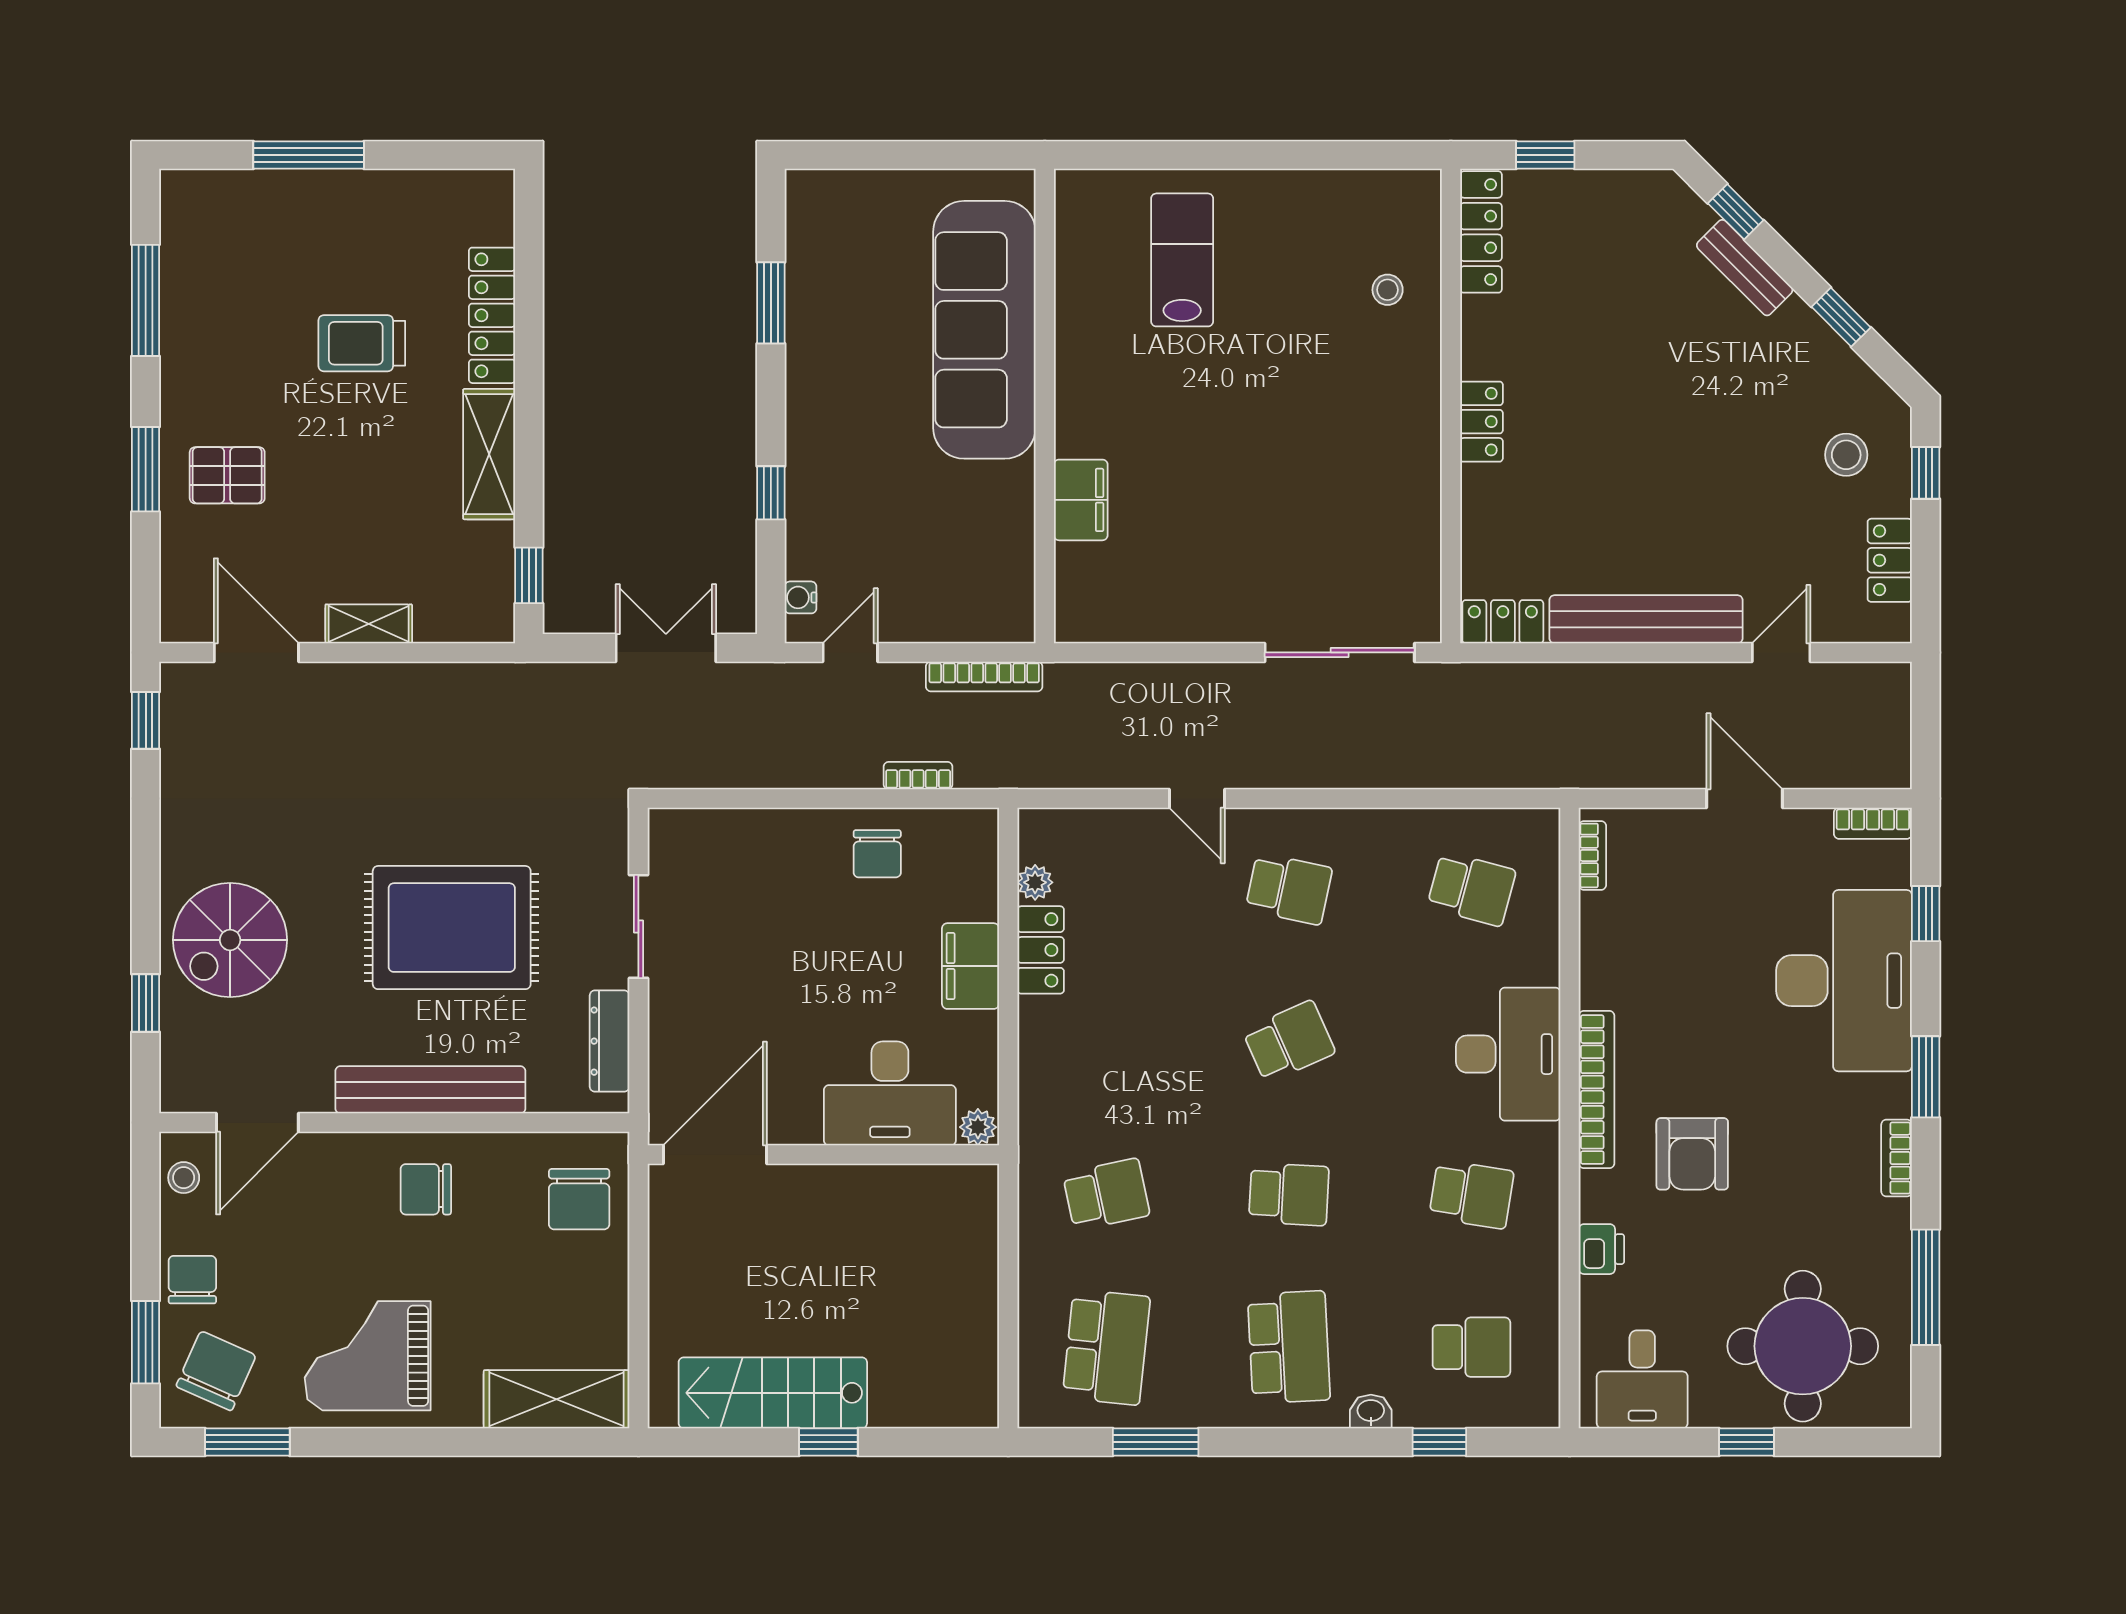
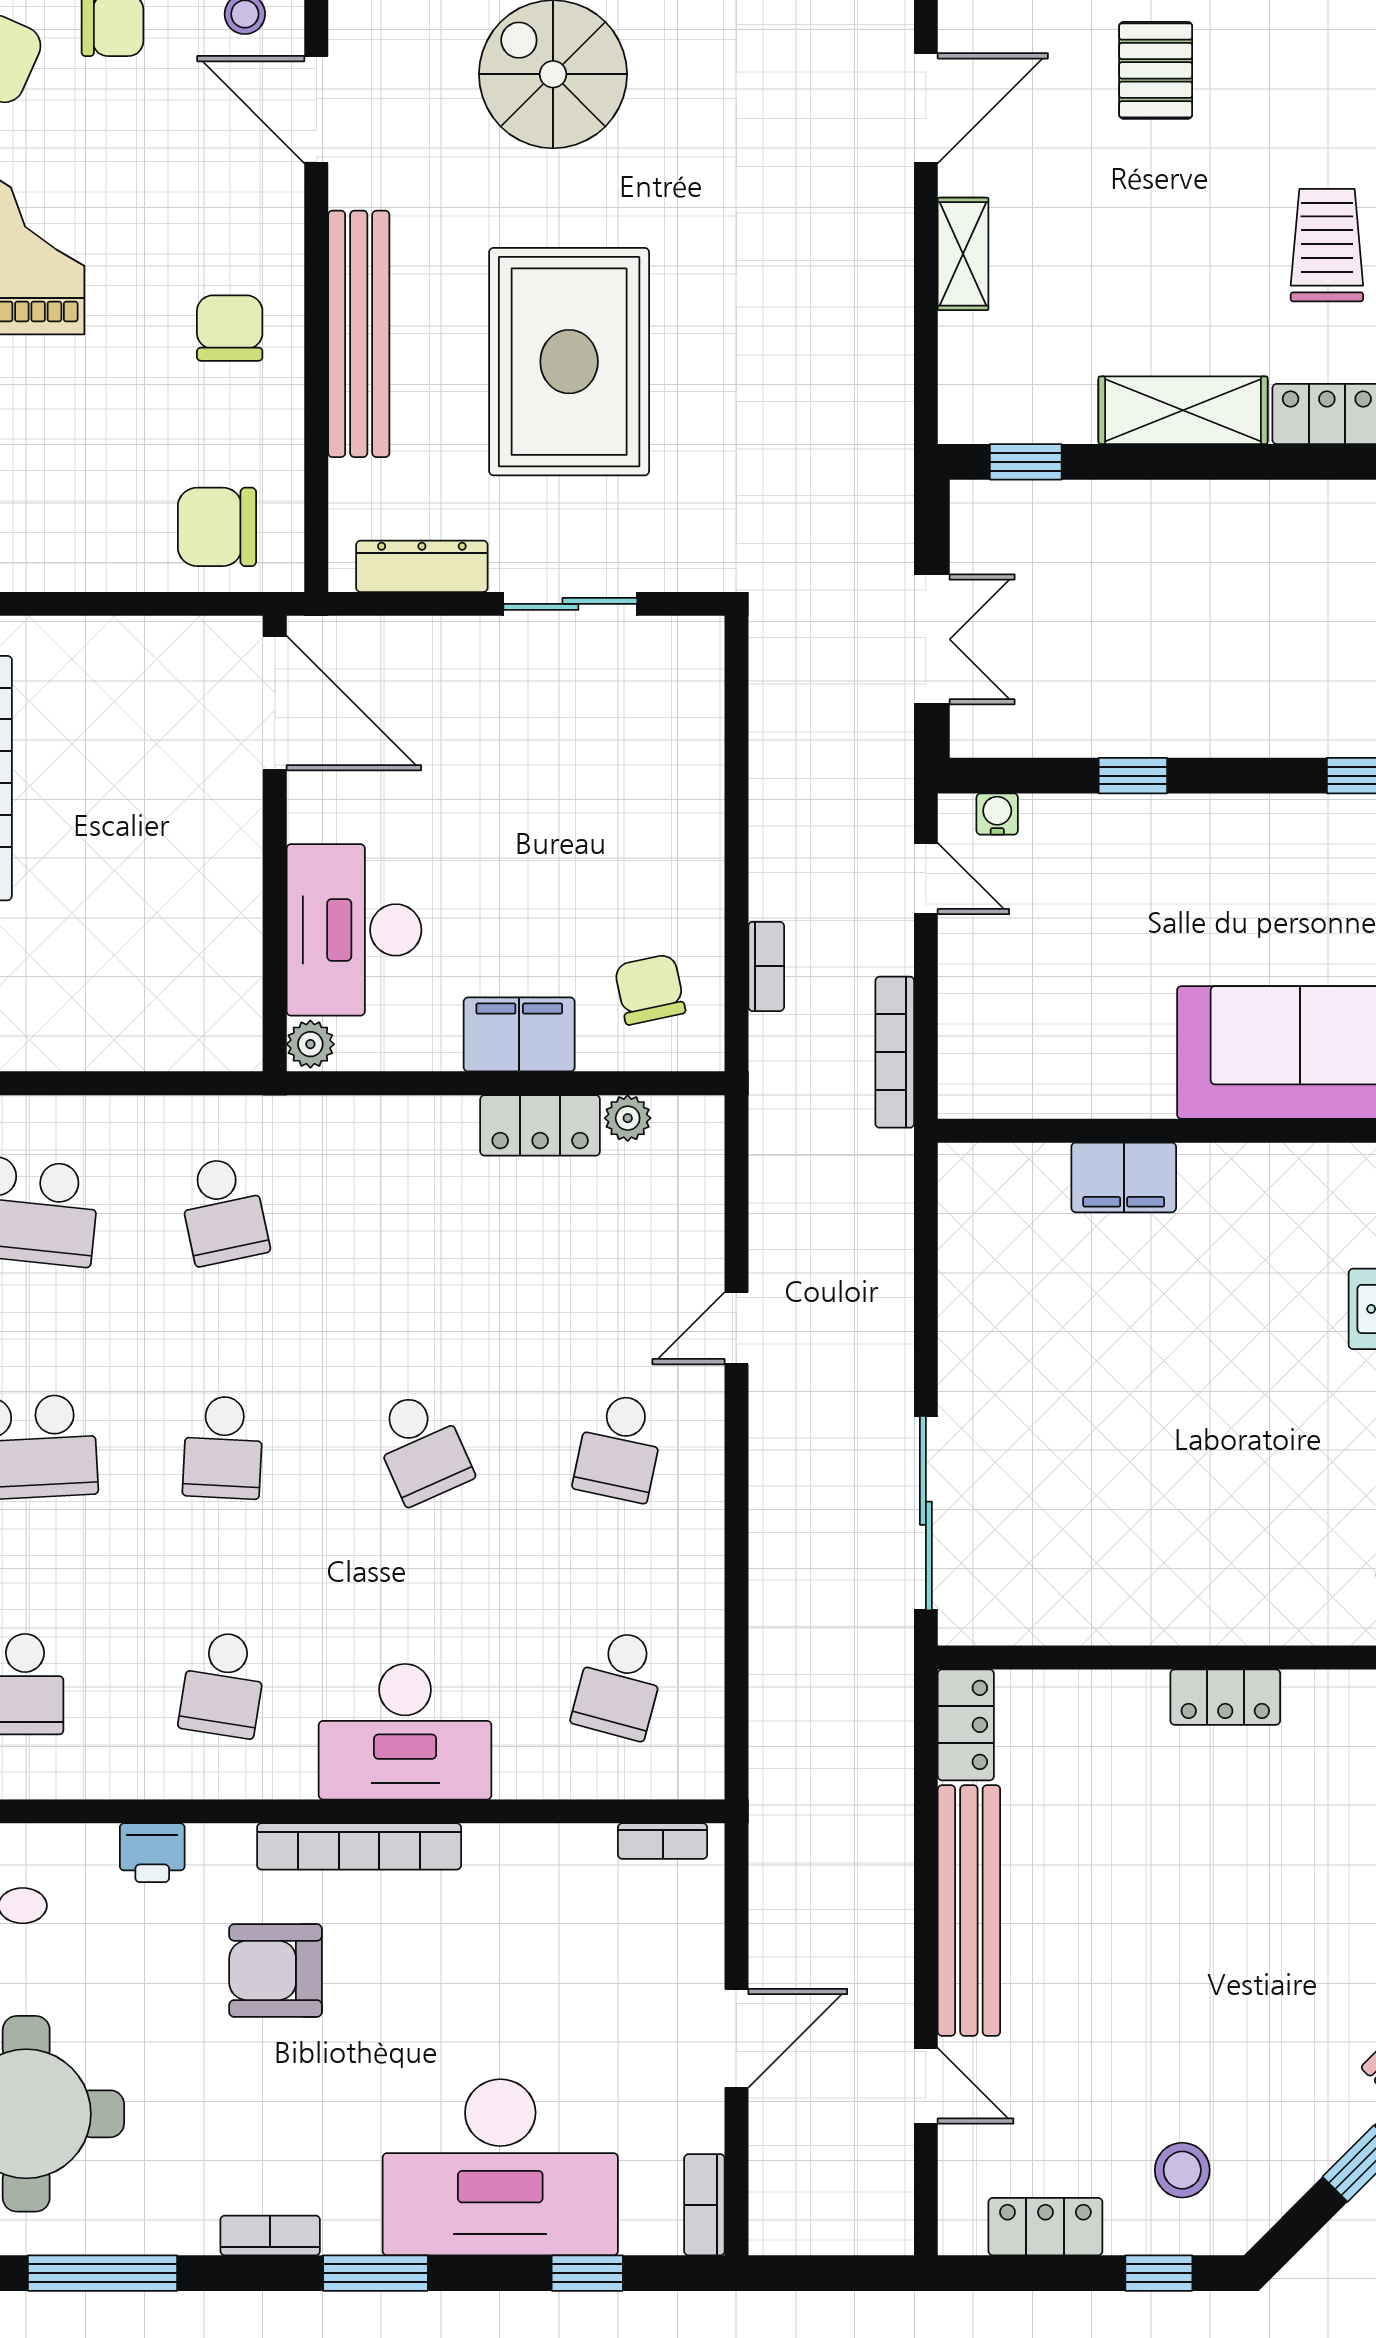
chair: (877, 854) -> (650, 989), moved, turned 78

